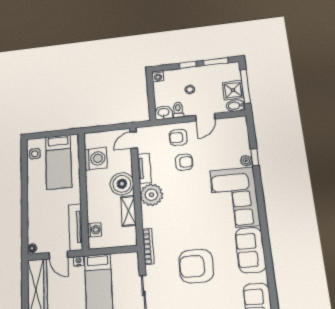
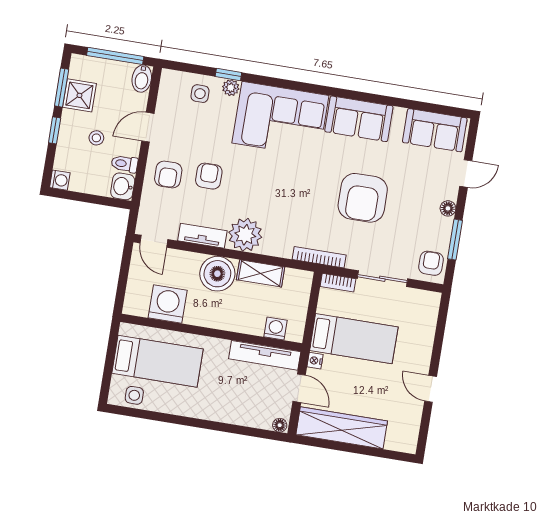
shower: (233, 90) -> (79, 95), moved
door: (205, 117) -> (148, 127), swing flipped
side table: (237, 143) -> (200, 94), added
door: (58, 255) -> (299, 388), hinge flipped
bookcase: (134, 264) -> (338, 283), added

